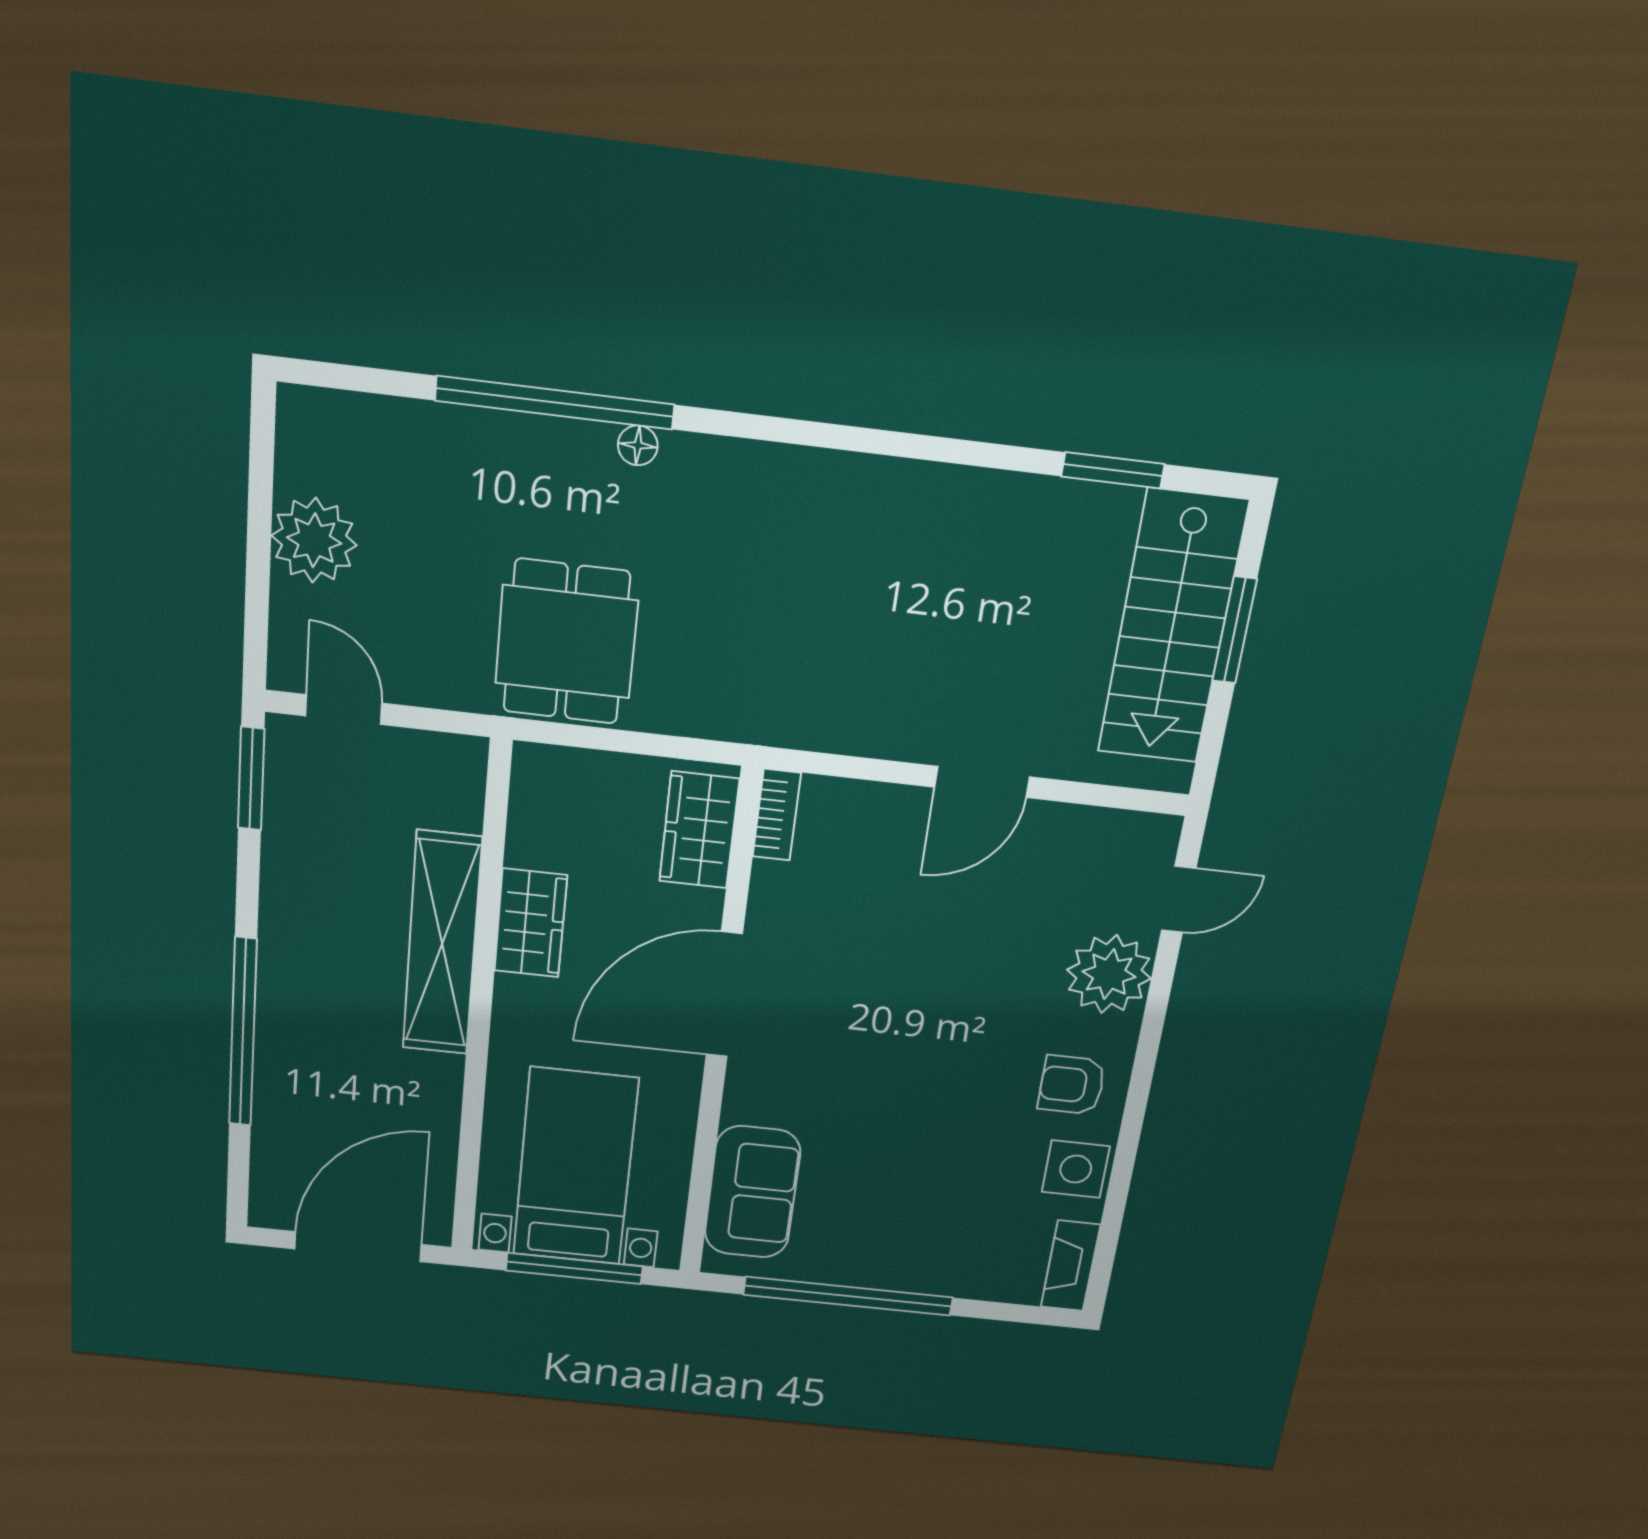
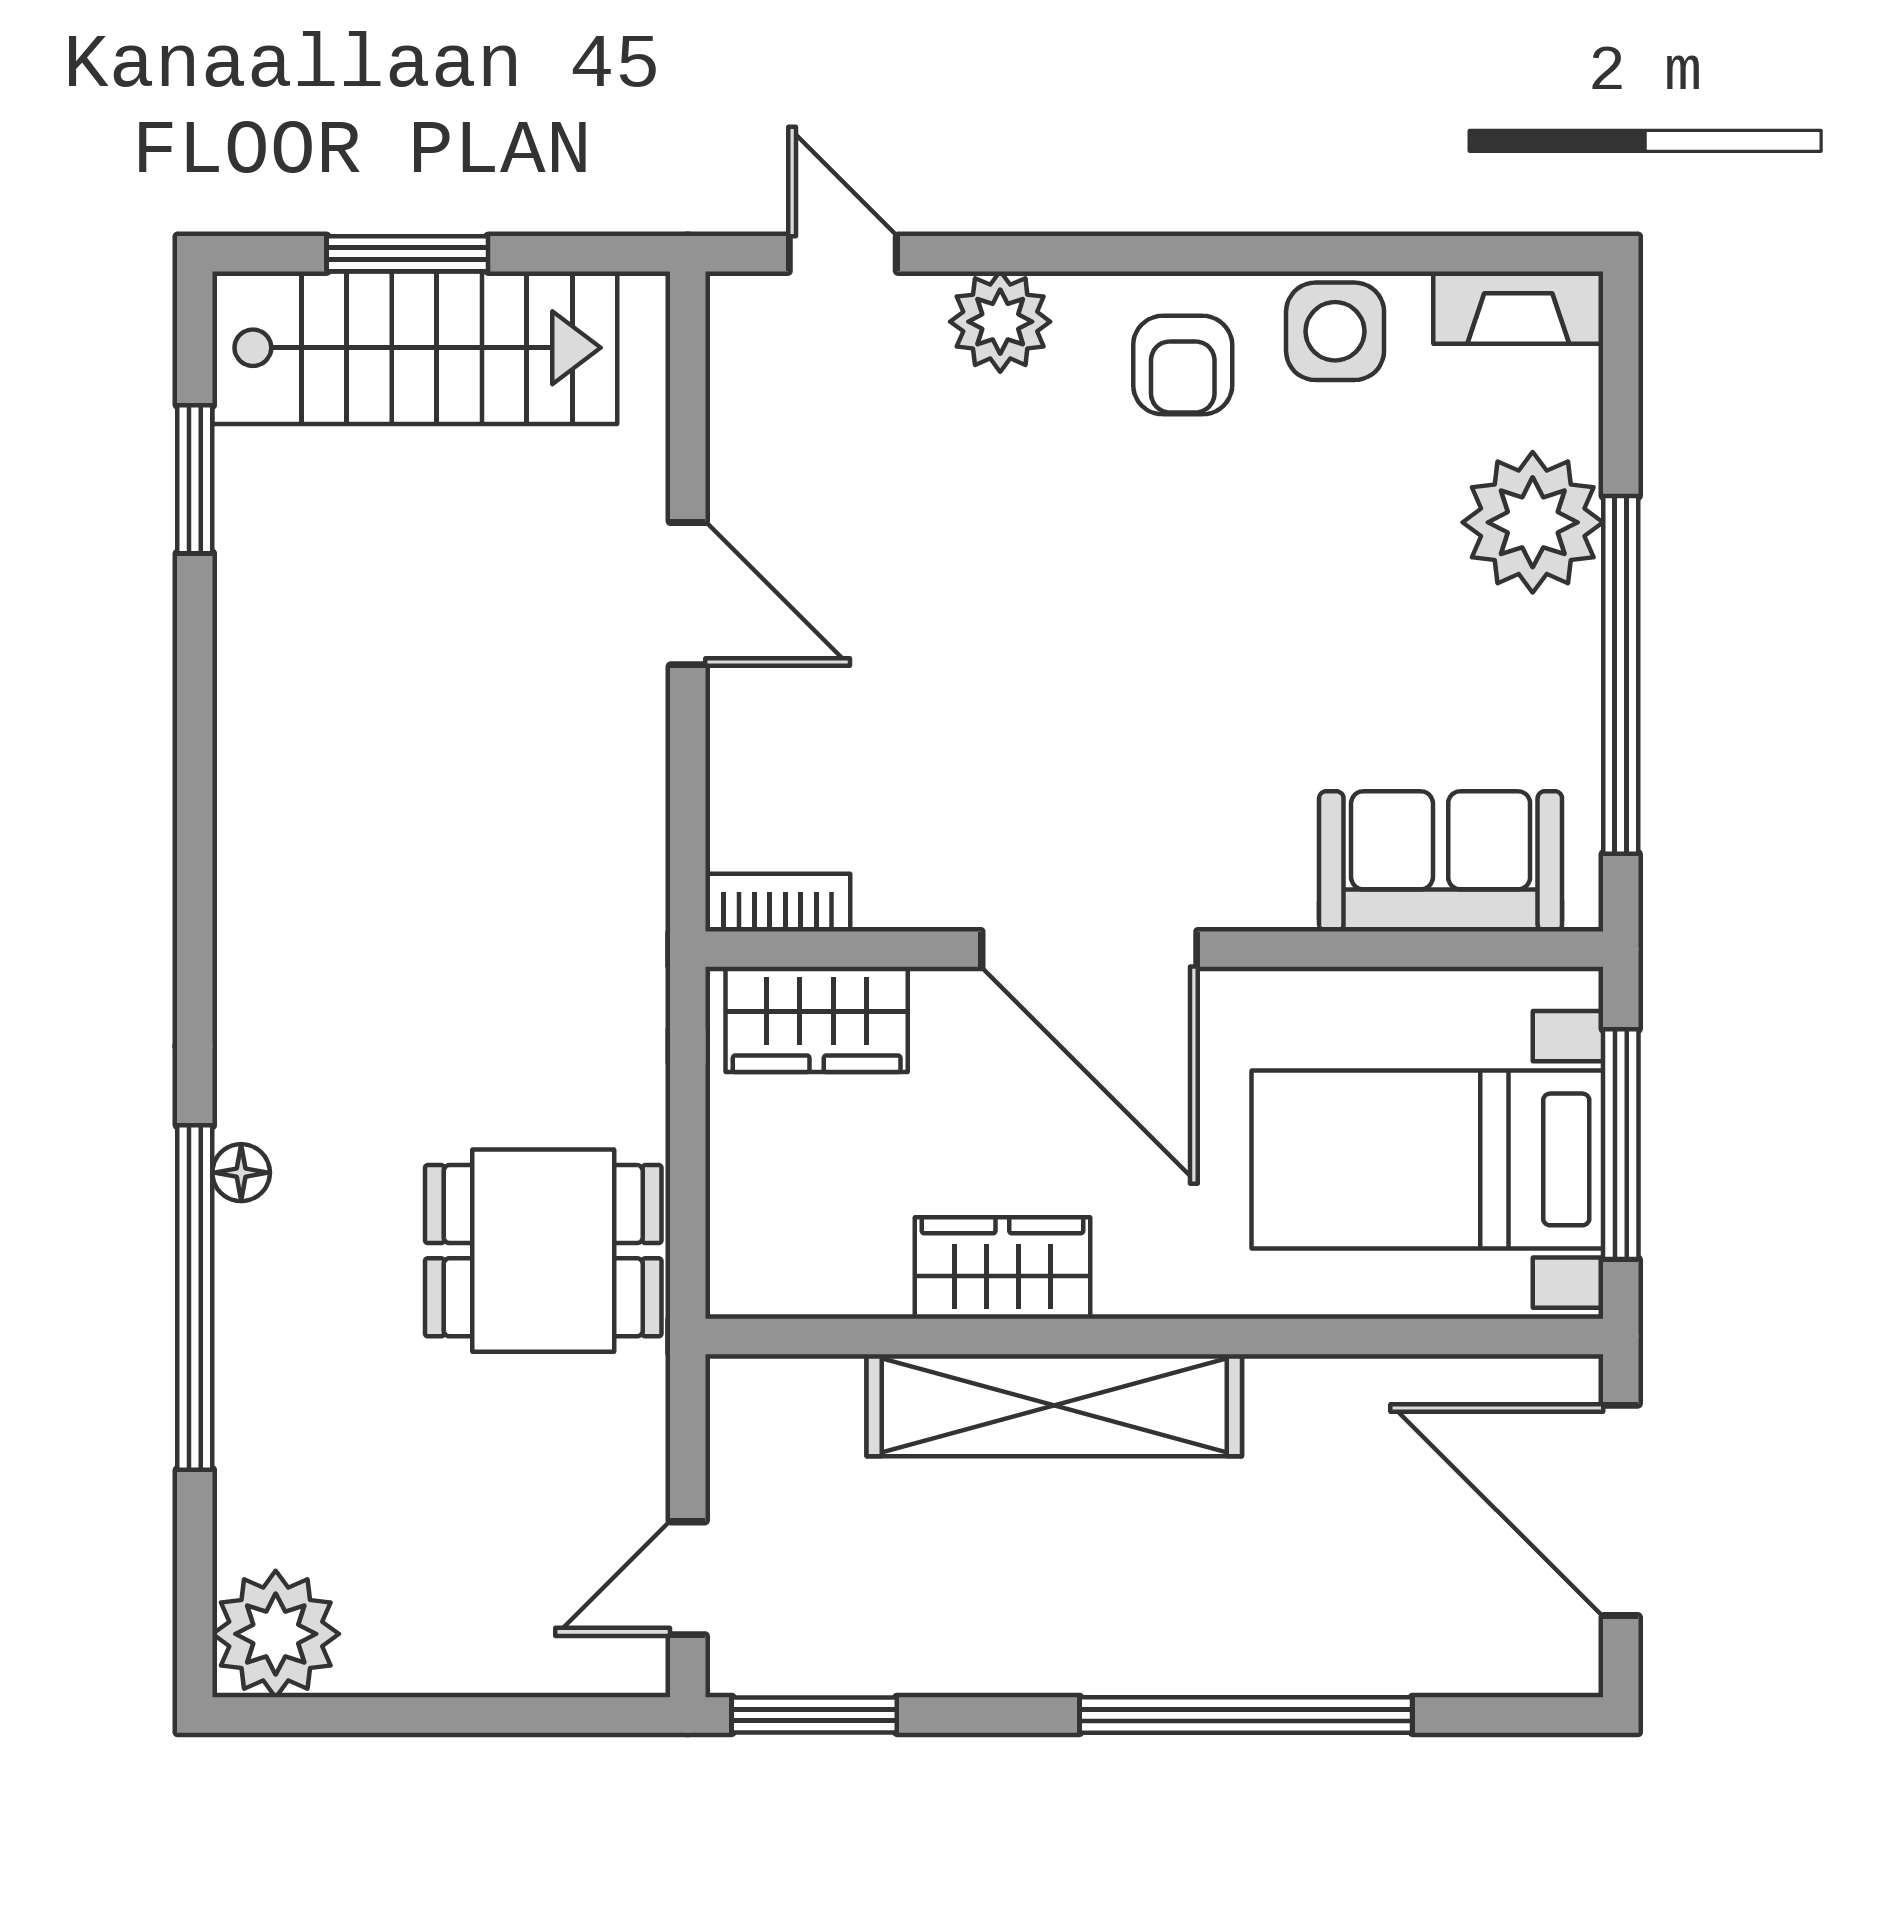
plant: (314, 540) -> (276, 1634), moved
plant: (1109, 974) -> (1000, 322), width x0.73, depth x0.73
plant: (944, 1260) -> (1533, 522), added

